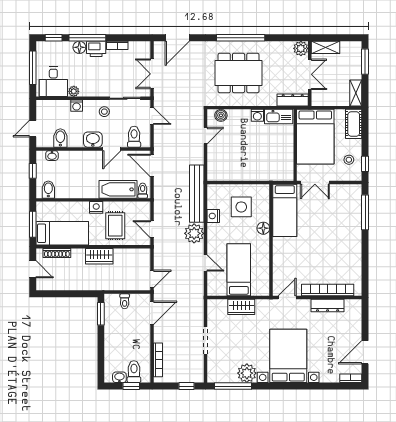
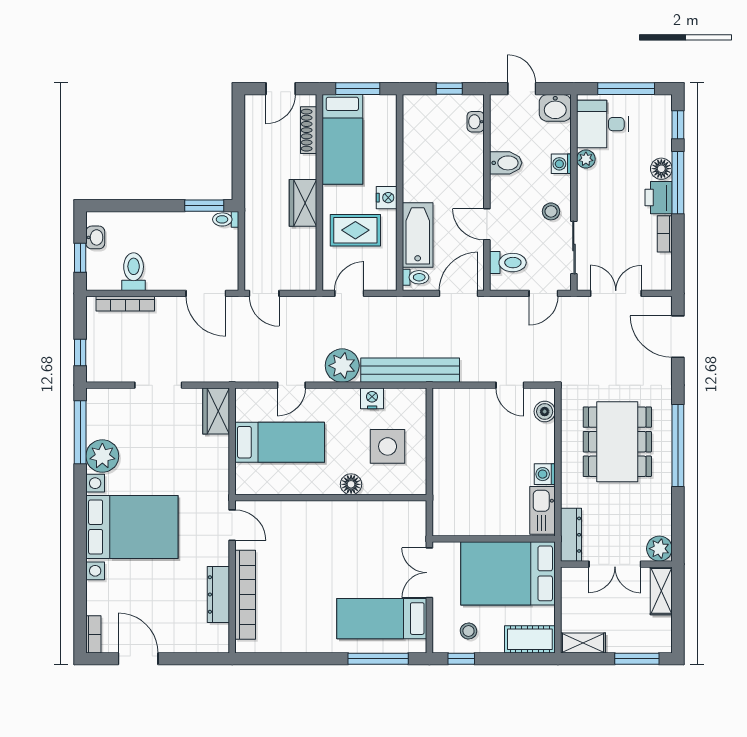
bidet: (60, 138) -> (506, 163), moved
washbasin: (93, 140) -> (555, 108), moved, turned 90
bidet: (48, 190) -> (417, 115), removed
bed: (285, 210) -> (382, 619), moved
toilet: (125, 301) -> (226, 219), moved
wardrobe: (241, 307) -> (216, 411), moved
toilet: (134, 372) -> (134, 272), moved, turned -90

